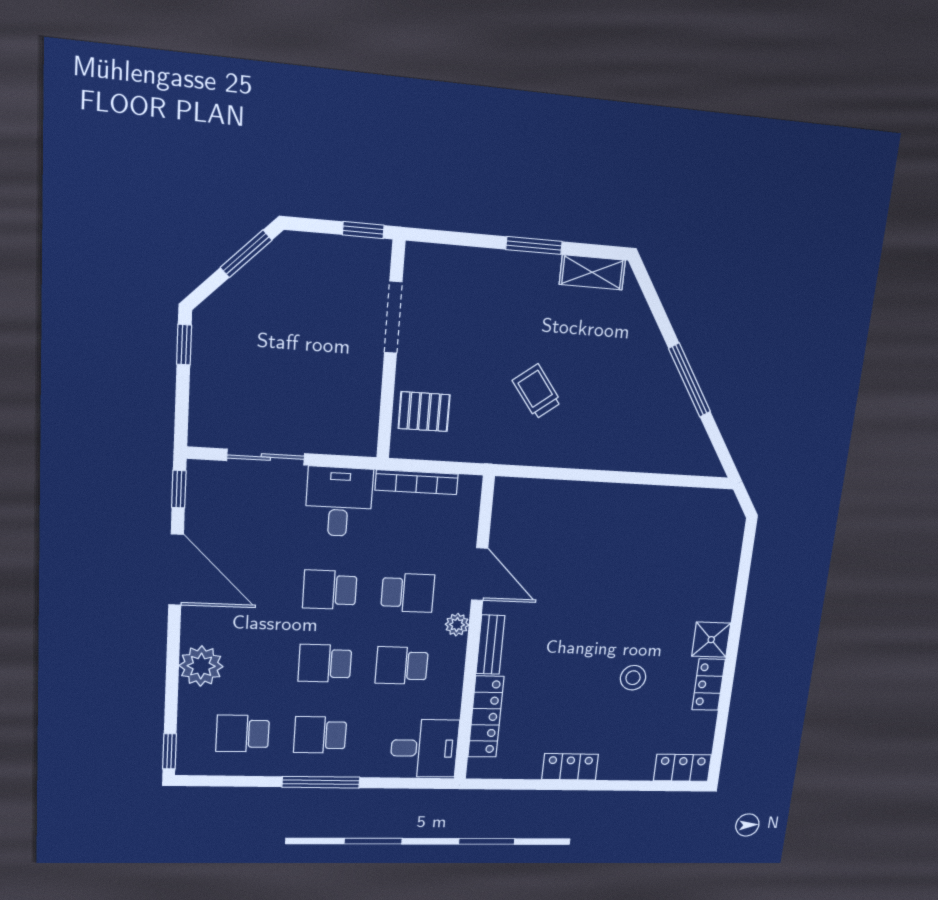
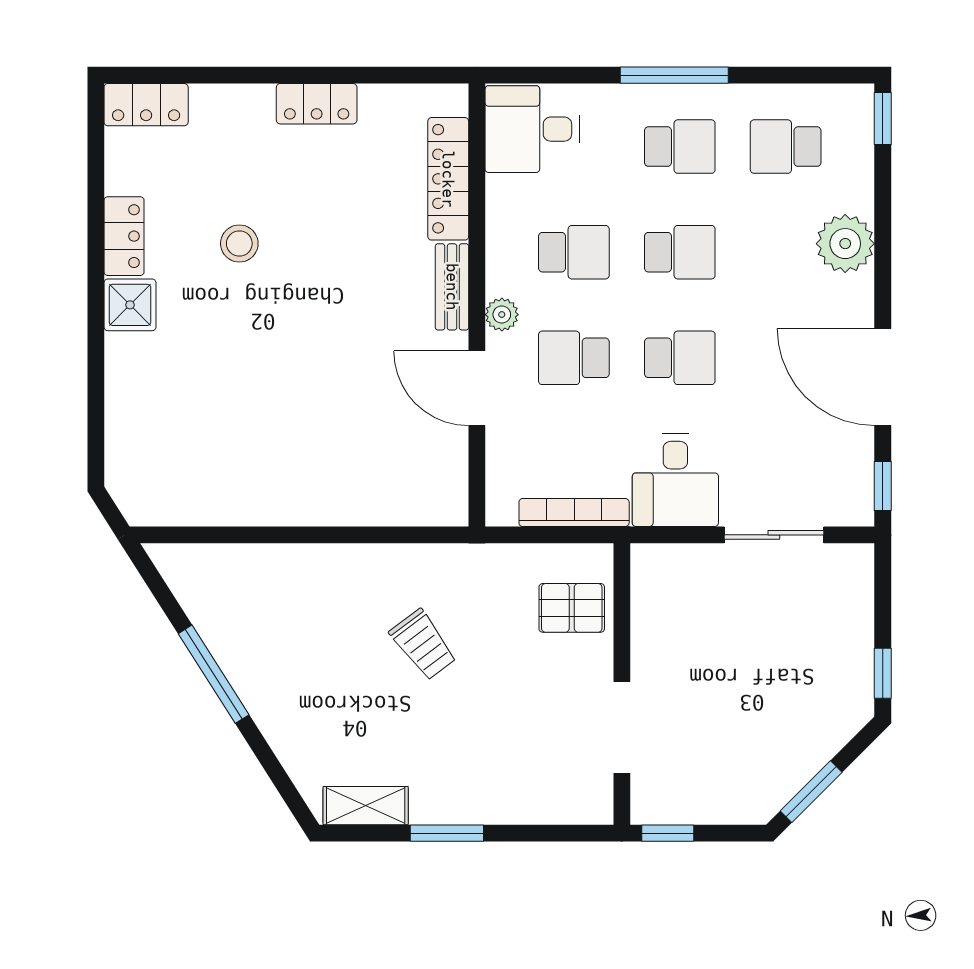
school desk: (243, 734) -> (786, 147), turned 180

